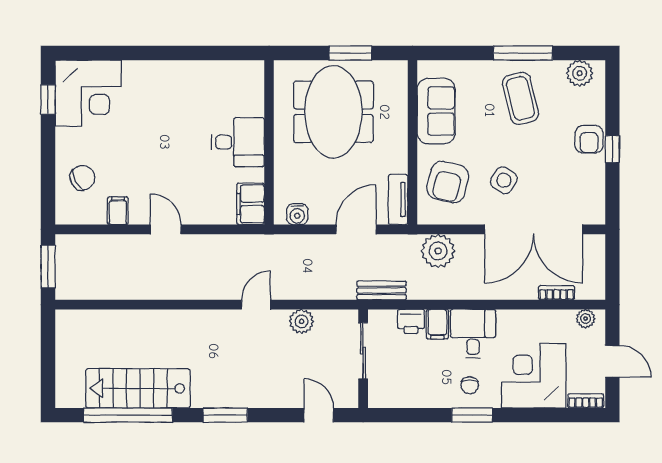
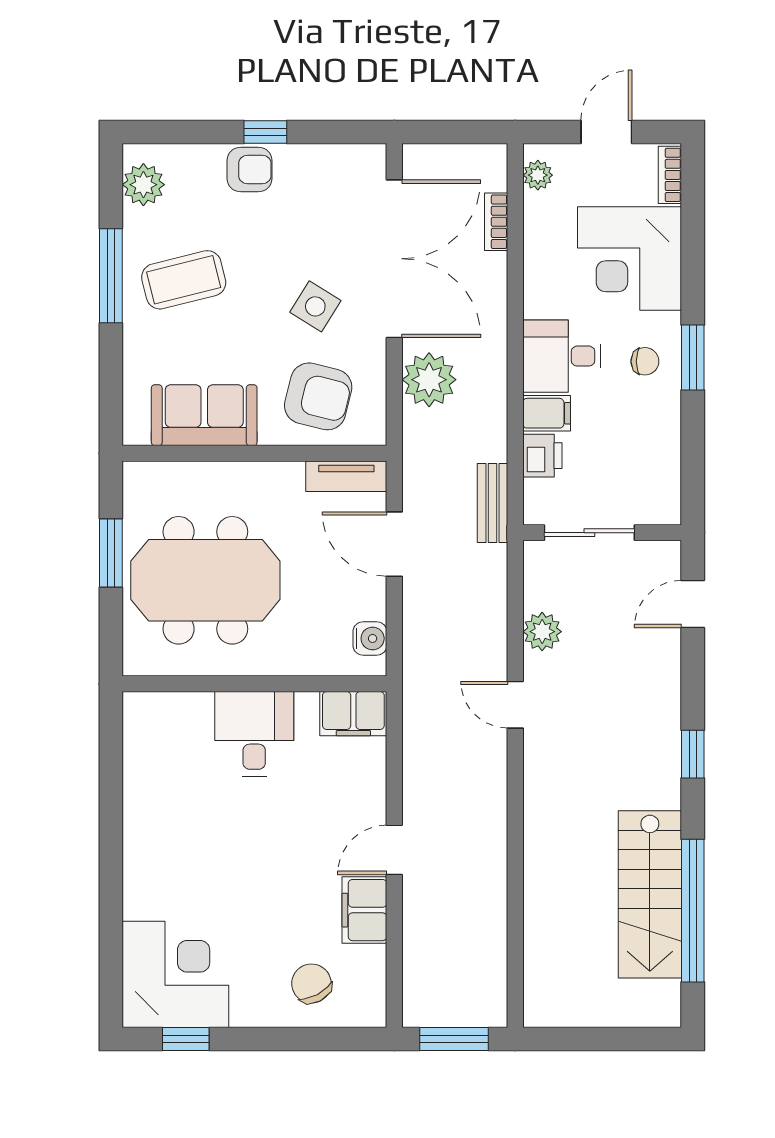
filing cabinet: (118, 211) -> (364, 910), width x2.00
plant: (438, 251) -> (429, 380), moved
window: (225, 415) -> (693, 754), width x0.67

